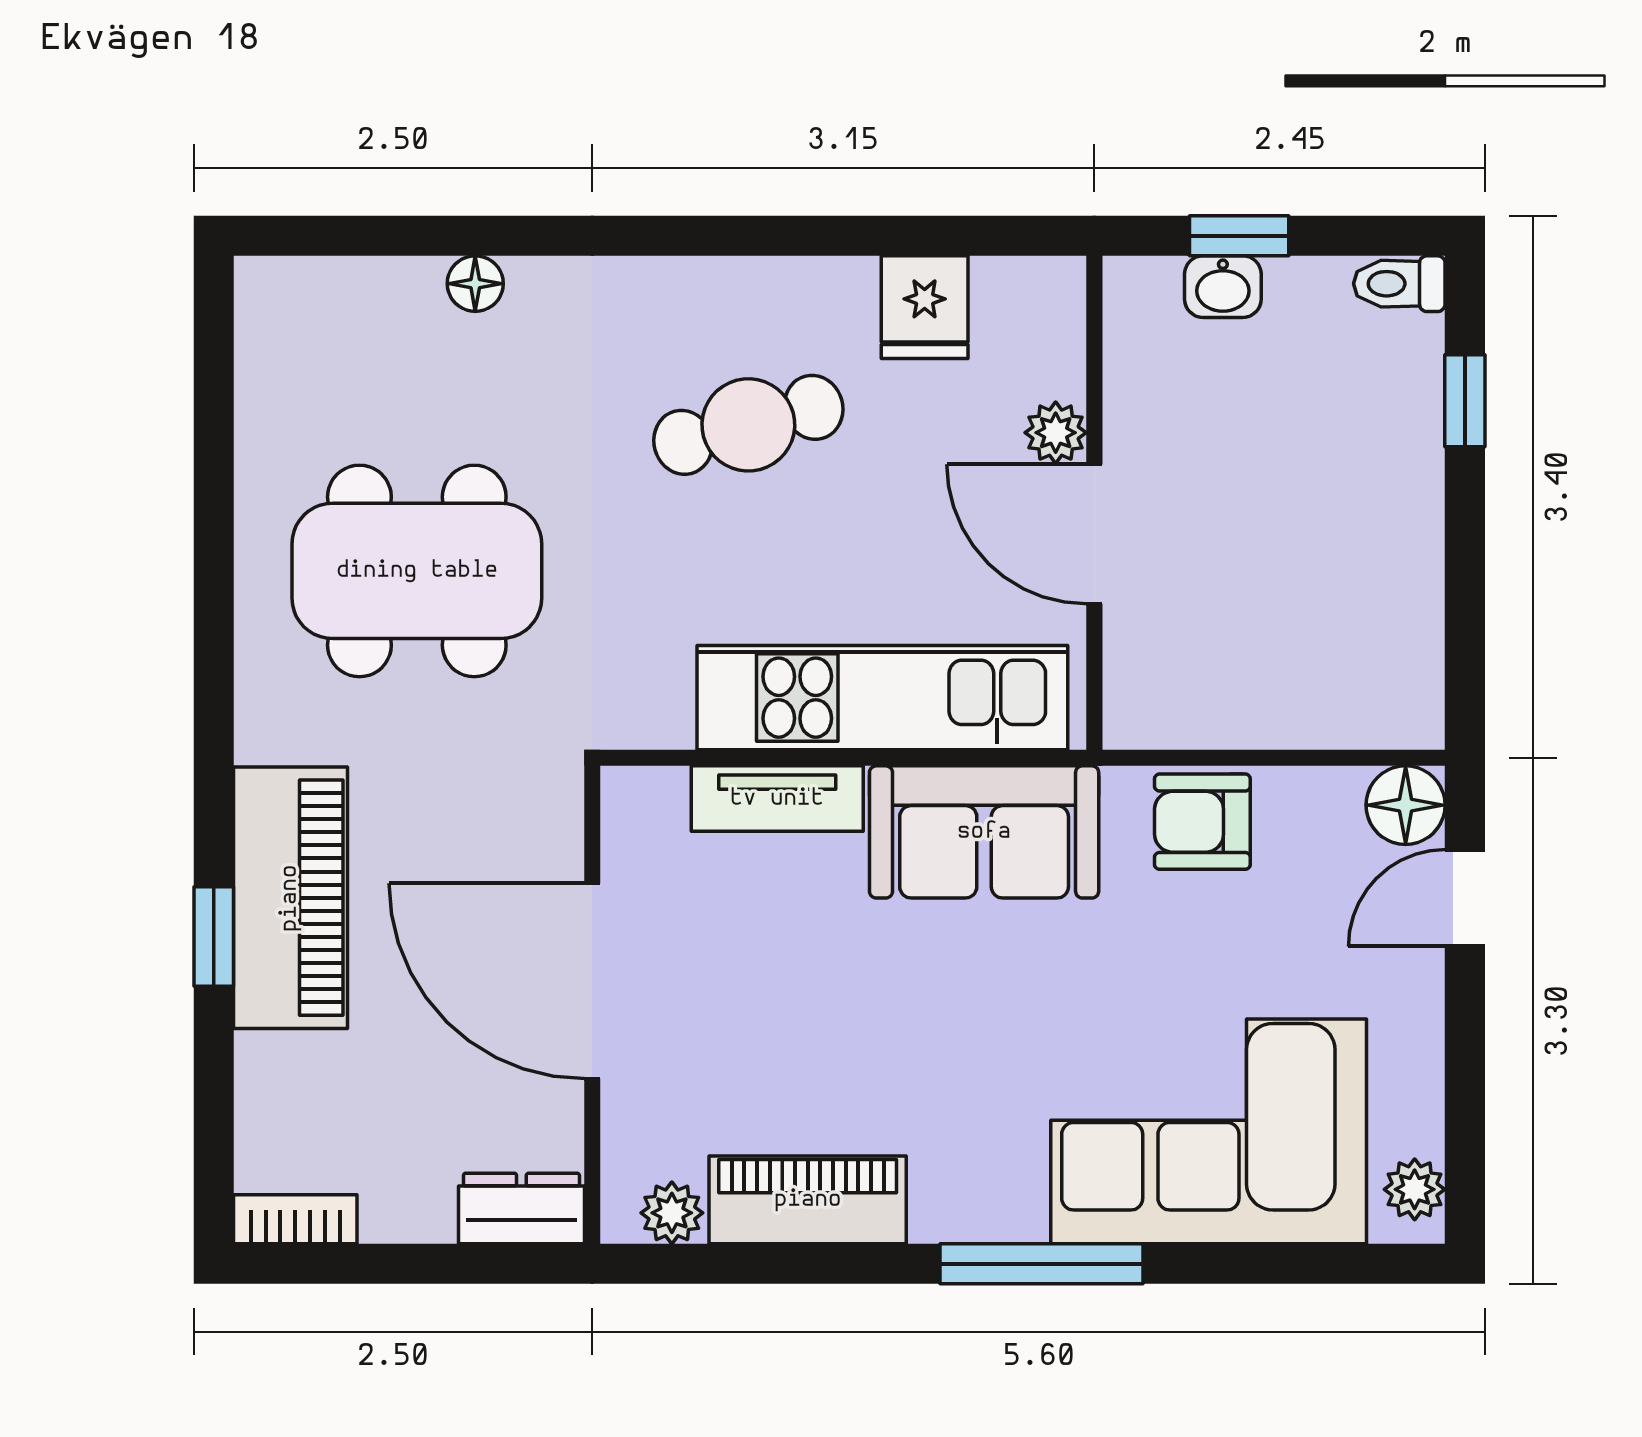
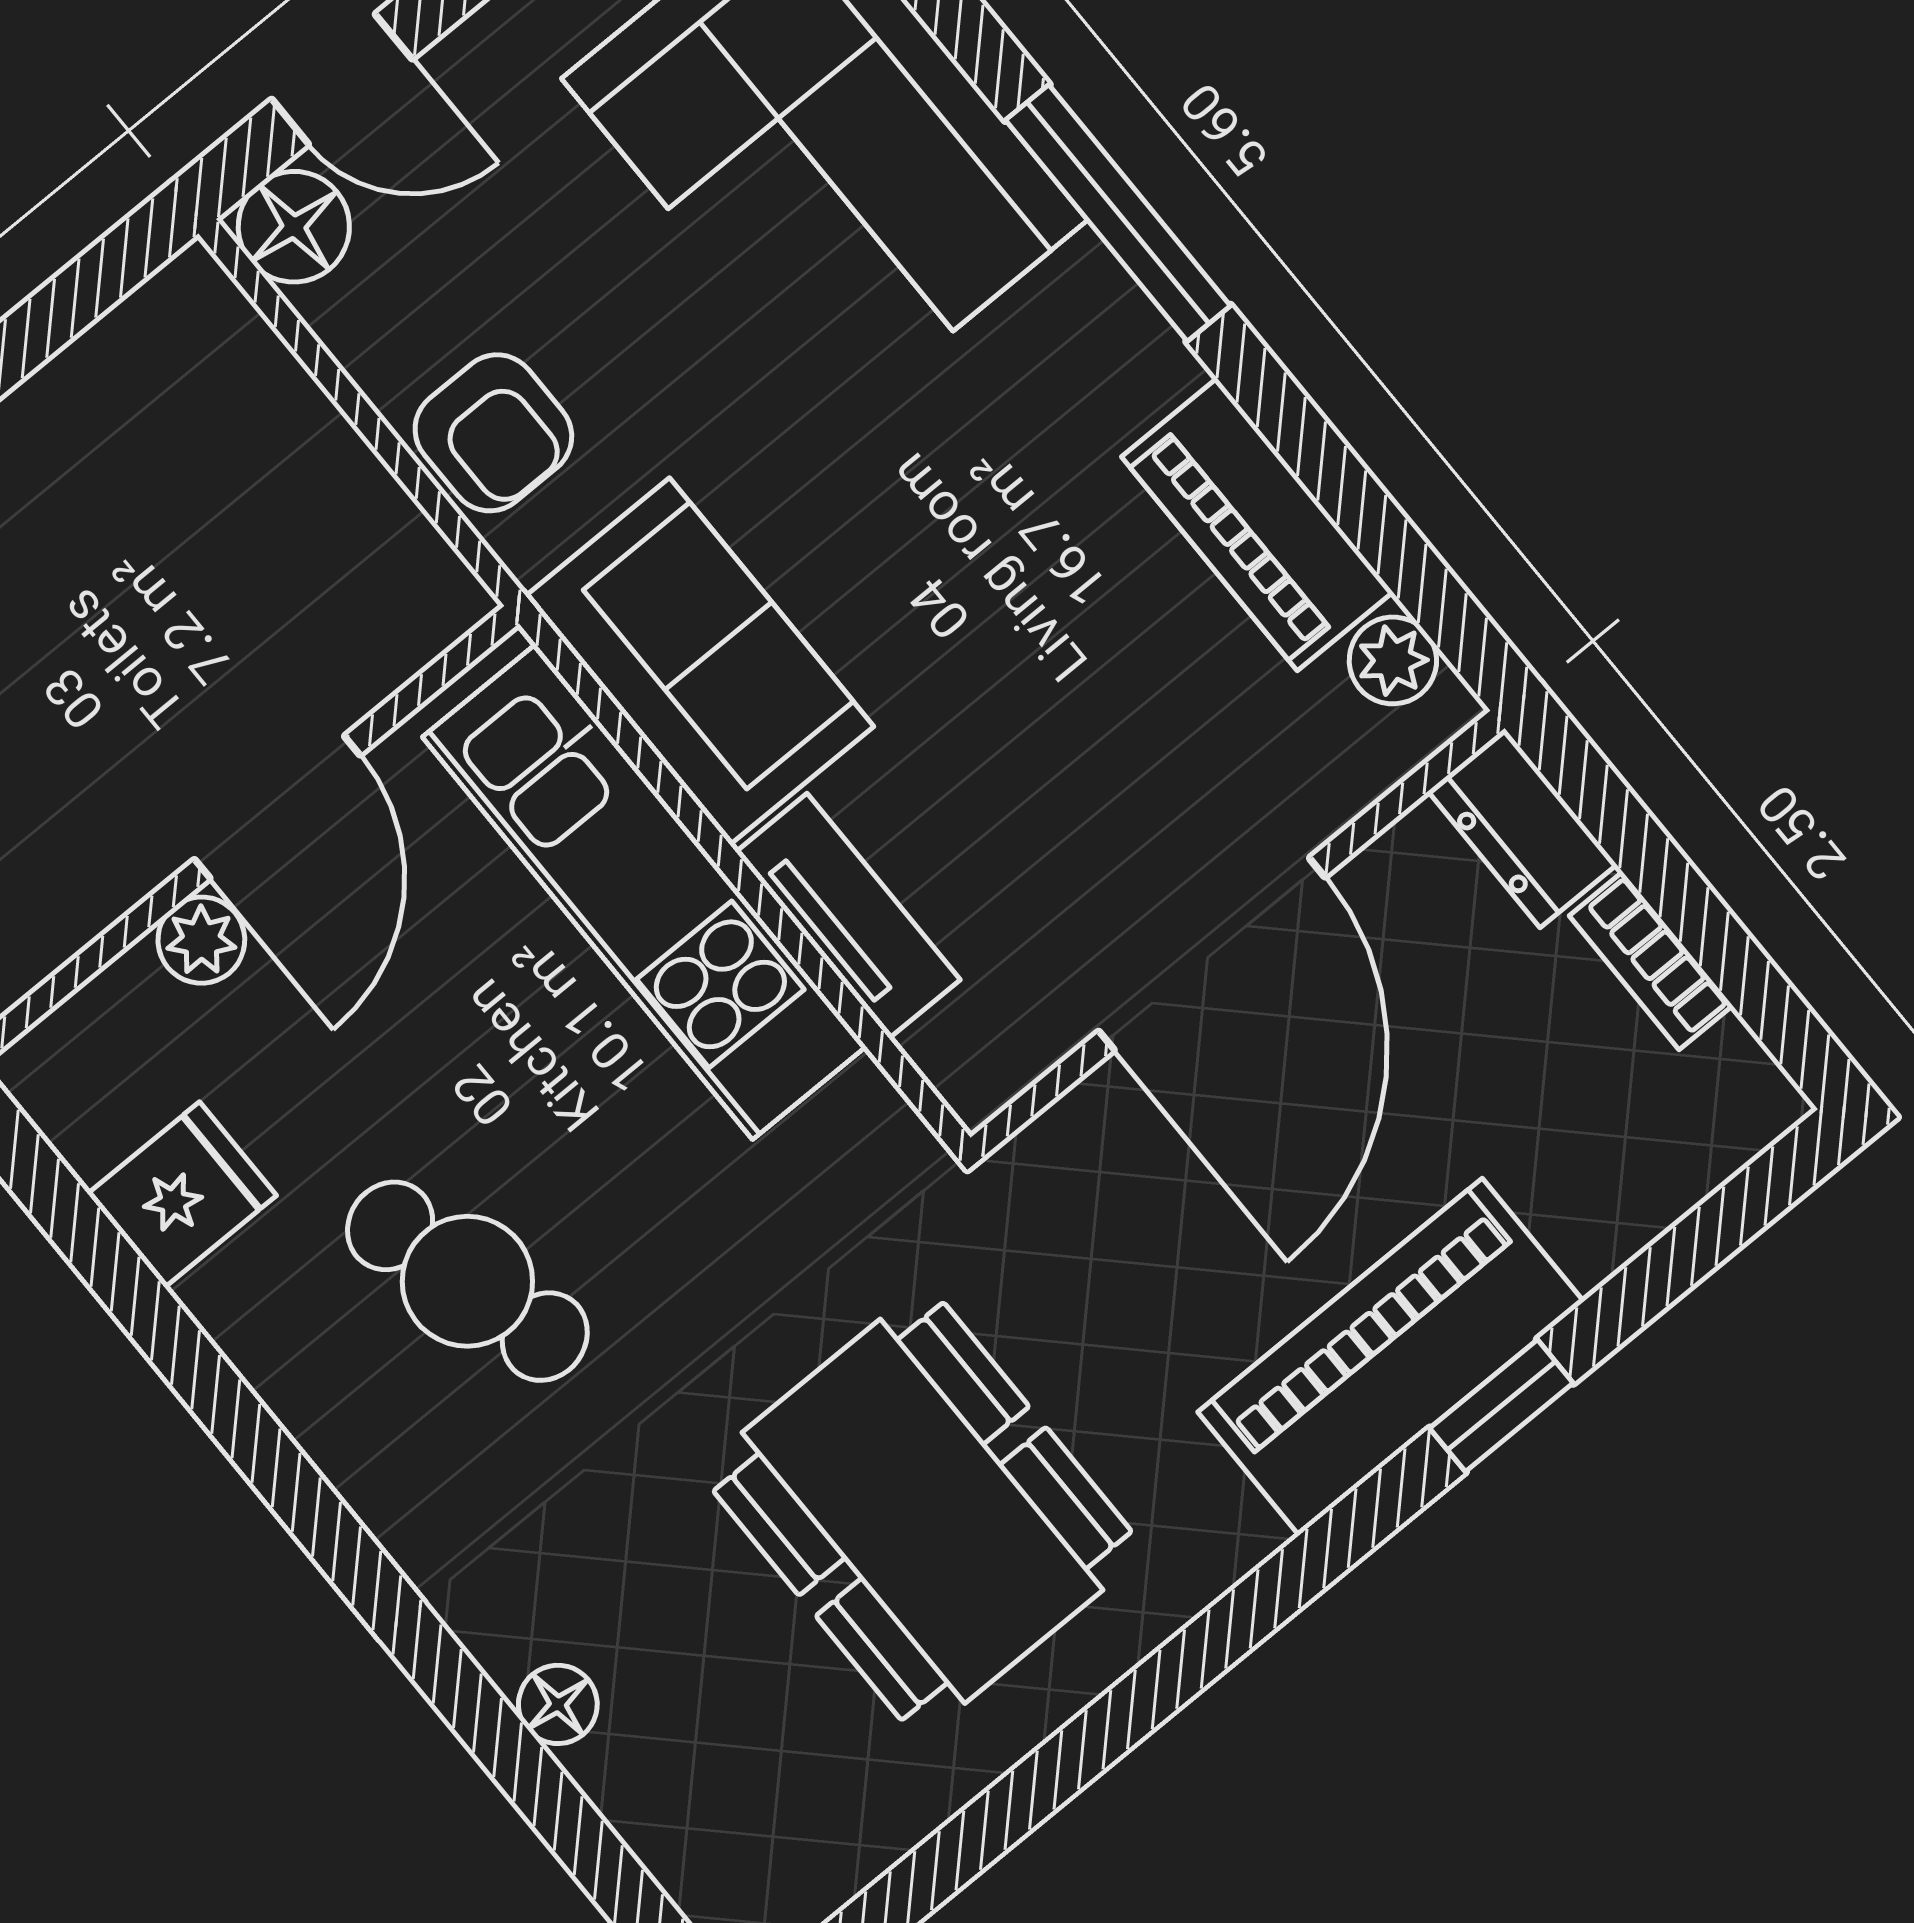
bookcase: (295, 1219) -> (1651, 961), moved

